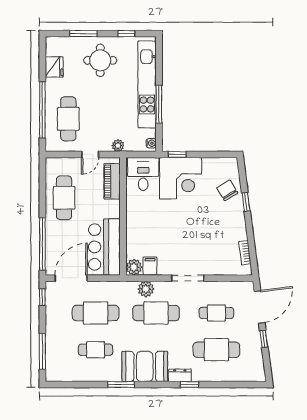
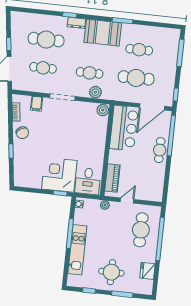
kitchen unit: (147, 84) -> (77, 250), width x0.73
chair: (227, 190) -> (22, 133), moved
cafe table: (64, 198) -> (160, 150), moved, width x0.73, depth x0.74
filing cabinet: (150, 266) -> (37, 104), moved
cafe table: (156, 313) -> (90, 73), width x0.73, depth x0.74

